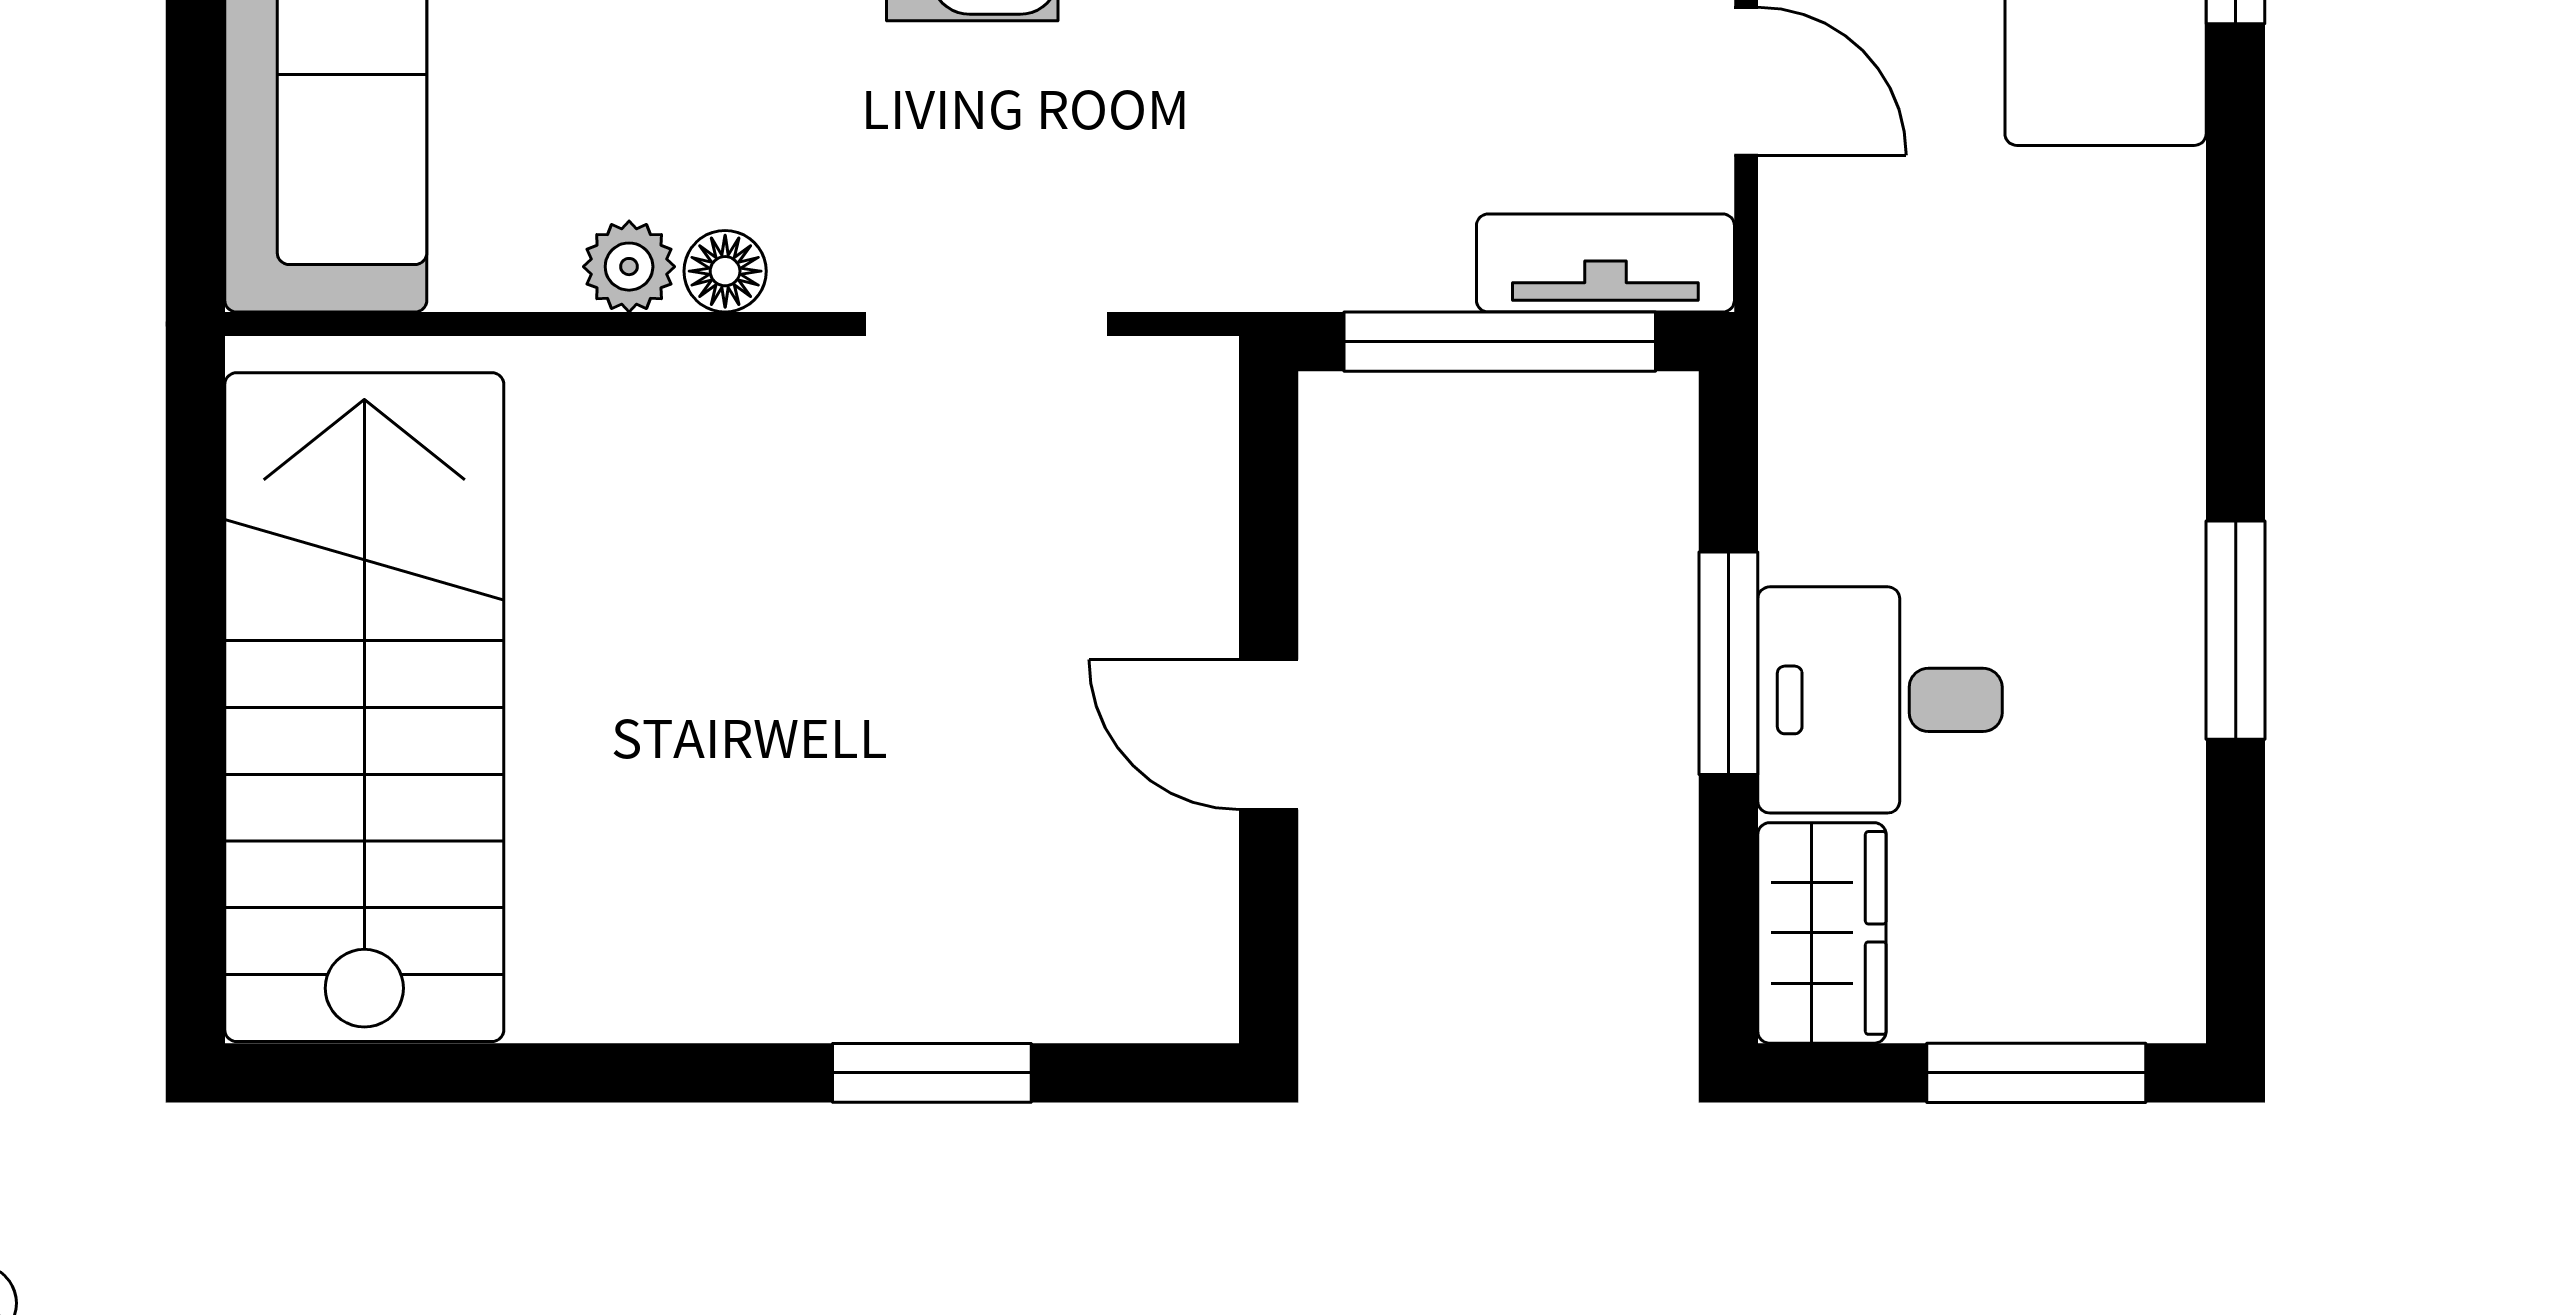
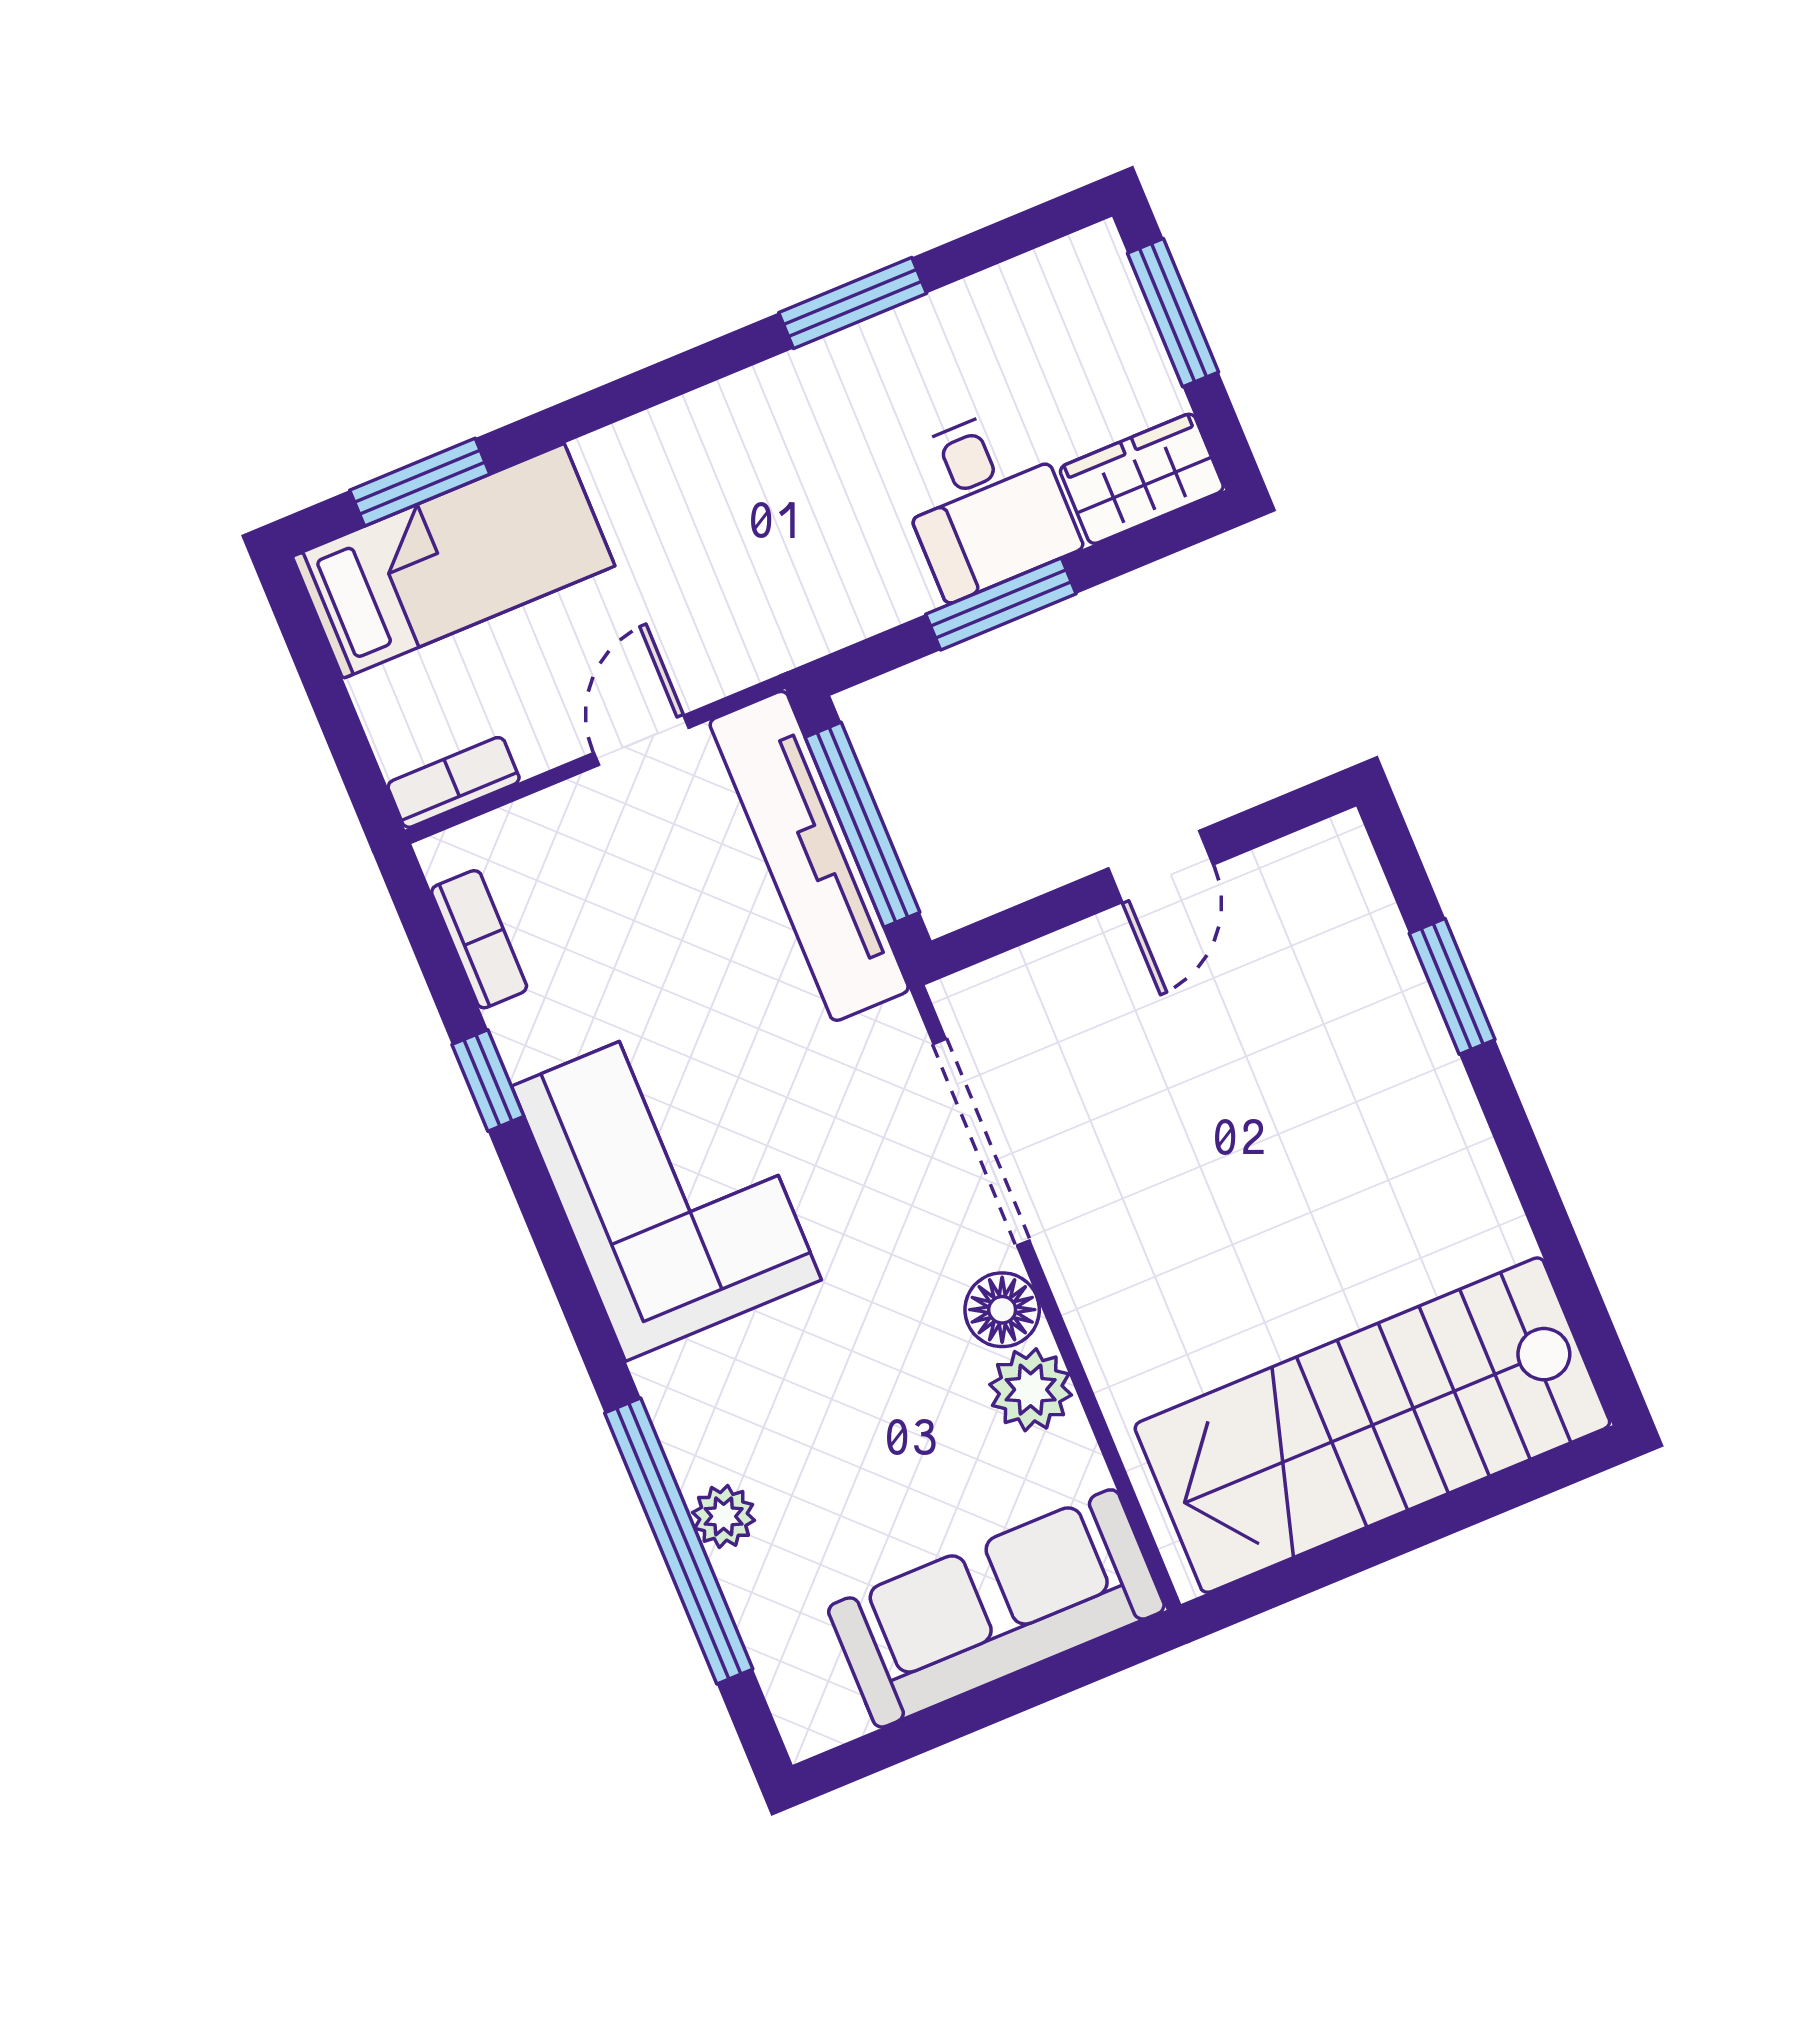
tv unit: (1605, 263) -> (809, 856), width x1.92, depth x1.29
plant: (629, 267) -> (1031, 1390), width x1.38, depth x1.38
floor lamp: (725, 271) -> (1002, 1310), width x1.37, depth x1.37
doorway: (987, 324) -> (981, 1142), width x1.36

